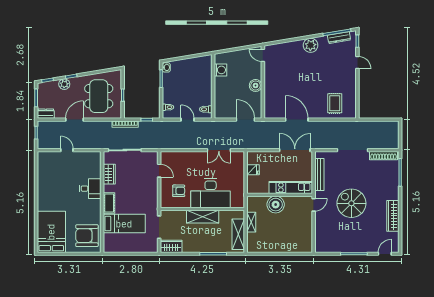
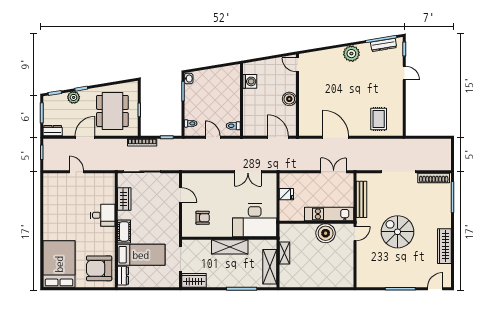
double door: (295, 150) -> (334, 172), width x0.73
desk: (211, 193) -> (255, 220), moved
boiler: (276, 205) -> (326, 233), moved
dresser: (108, 242) -> (123, 276), added

